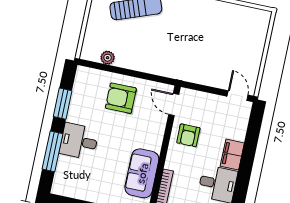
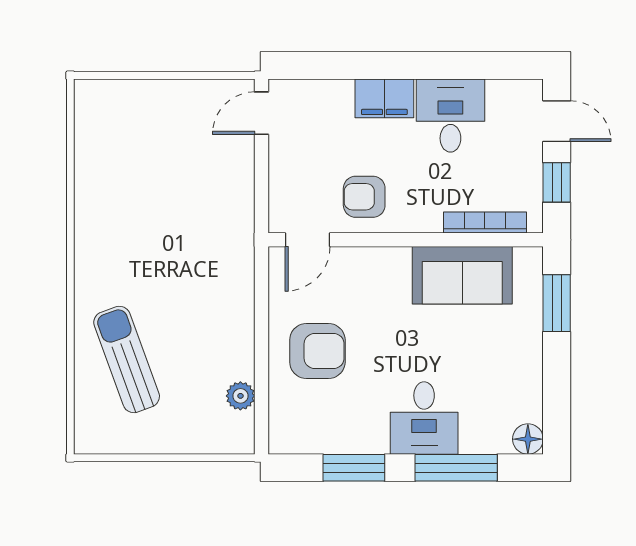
armchair: (121, 98) -> (317, 351), turned -90
armchair: (188, 135) -> (364, 197), turned 180
floor lamp: (59, 188) -> (528, 439), added

